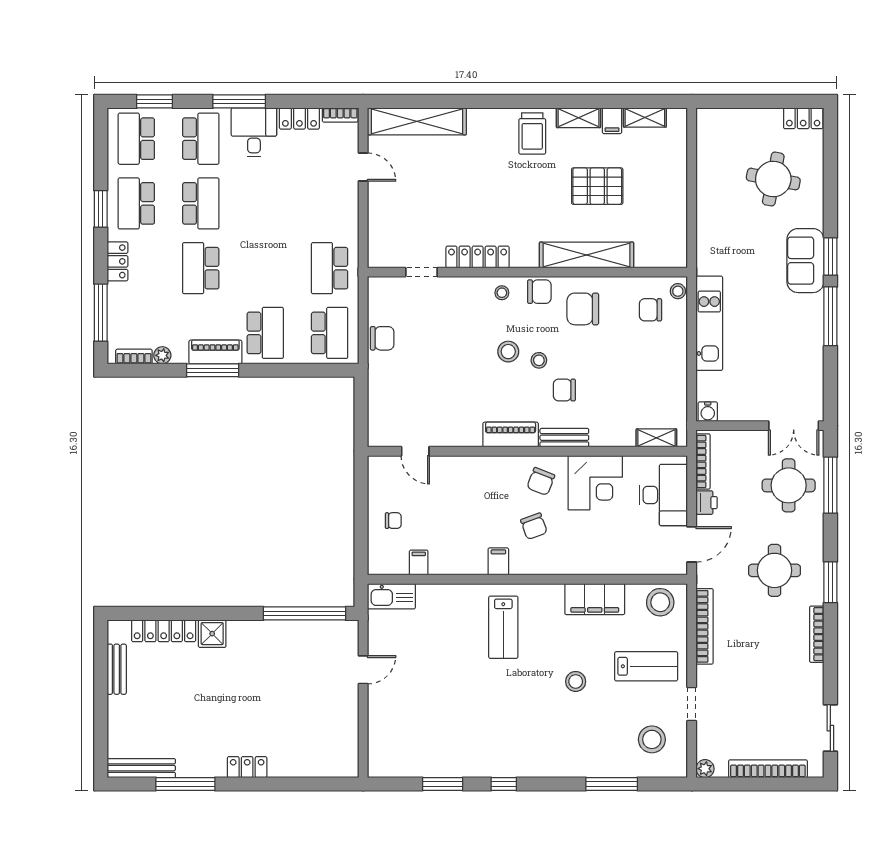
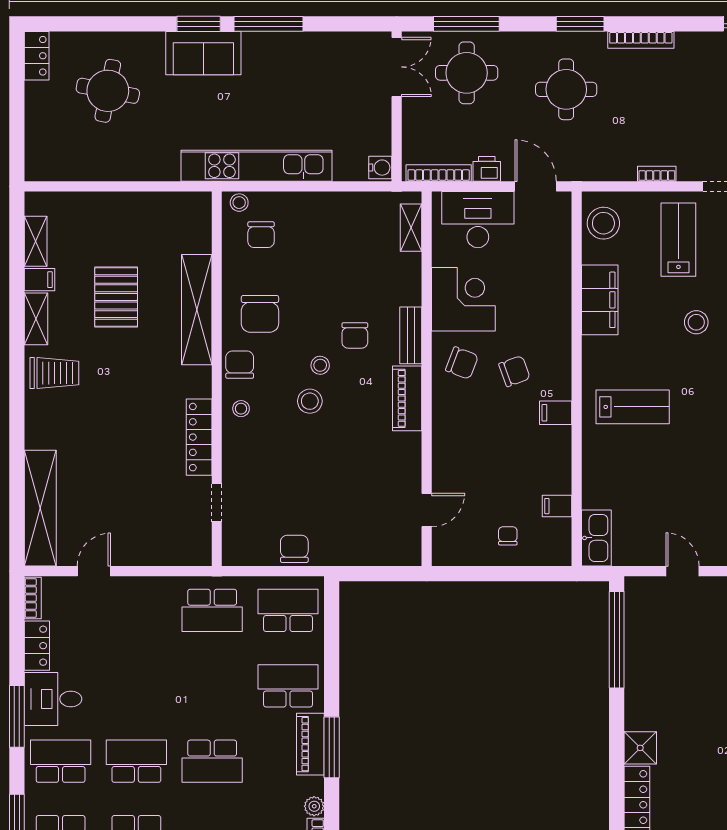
kitchen unit: (709, 323) -> (257, 166), width x1.36
bookcase: (705, 626) -> (657, 174), width x0.43, depth x0.76

